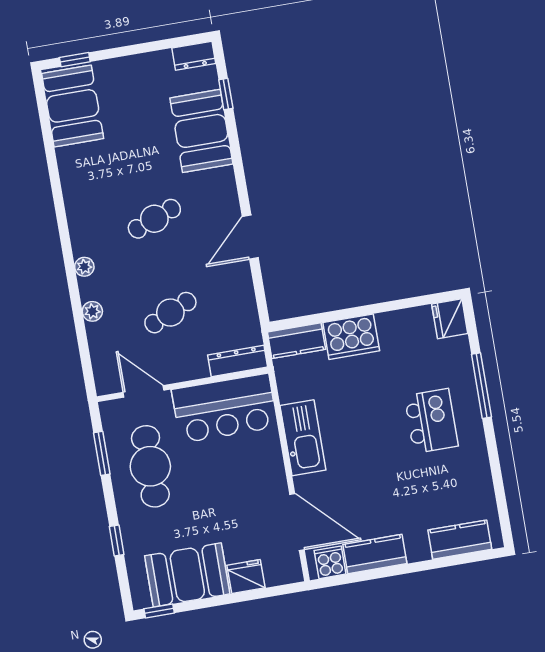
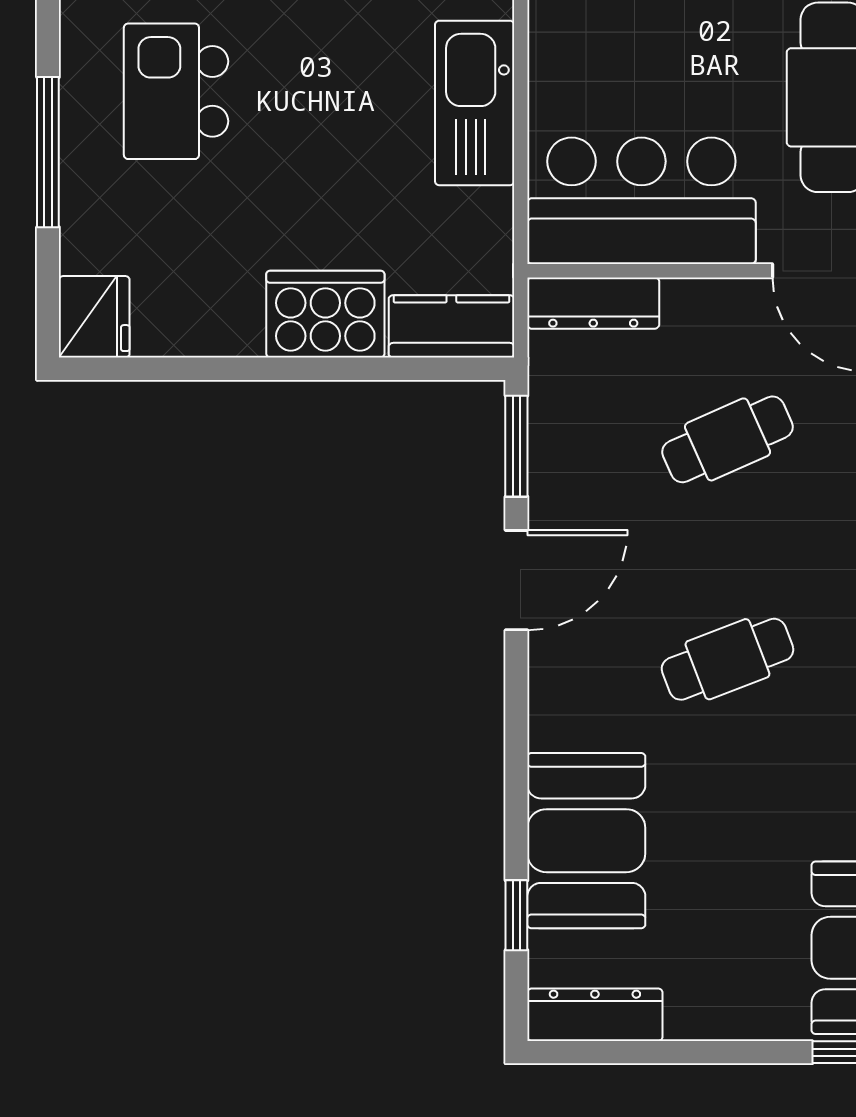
dresser: (194, 56) -> (595, 1015), width x1.44
window: (260, 294) -> (516, 446), added

